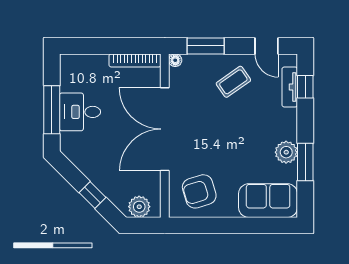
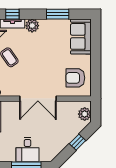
double door: (165, 129) -> (38, 99), width x0.73
plant: (286, 152) -> (32, 26), moved
armchair: (199, 191) -> (75, 78), turned 107

